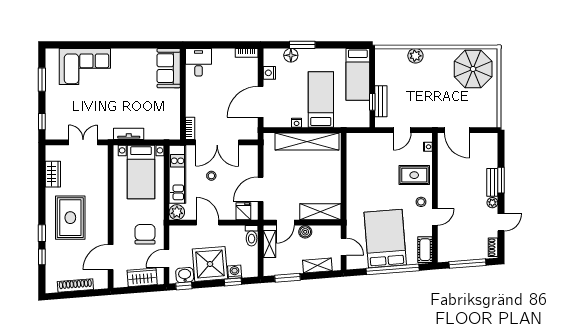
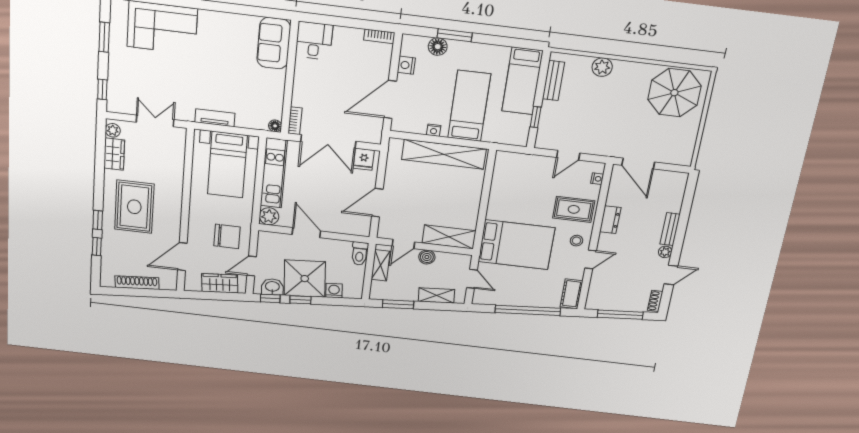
bench: (381, 101) -> (553, 81), moved
floor lamp: (175, 135) -> (275, 126), added
plant: (51, 154) -> (113, 130), added
stool: (211, 176) -> (317, 180), removed
dresser: (444, 180) -> (610, 220), added
window: (501, 180) -> (682, 228), removed
fridge: (243, 211) -> (364, 159), moved, turned 180
chair: (145, 234) -> (227, 236), turned 90
bed: (385, 239) -> (516, 245), moved, turned 94
window: (233, 282) -> (300, 300), moved

